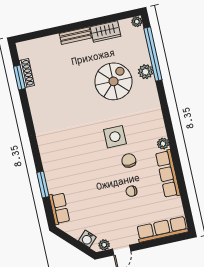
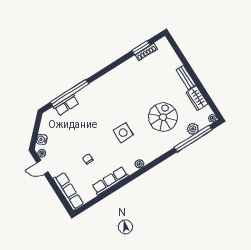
plant: (146, 72) -> (193, 129), moved
spiral stairs: (113, 81) -> (163, 117), turned -90
plant: (163, 144) -> (139, 164), moved
chair: (129, 161) -> (110, 149), removed
window: (43, 185) -> (70, 93), width x2.11
row of seats: (59, 208) -> (66, 105), moved

